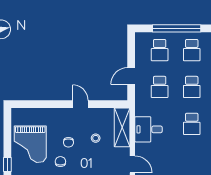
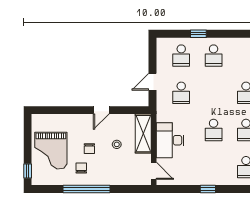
window: (177, 28) -> (198, 34), width x0.32
school desk: (192, 87) -> (214, 93), removed
door: (80, 104) -> (101, 110), swing flipped
desk: (149, 129) -> (170, 140), width x1.37

